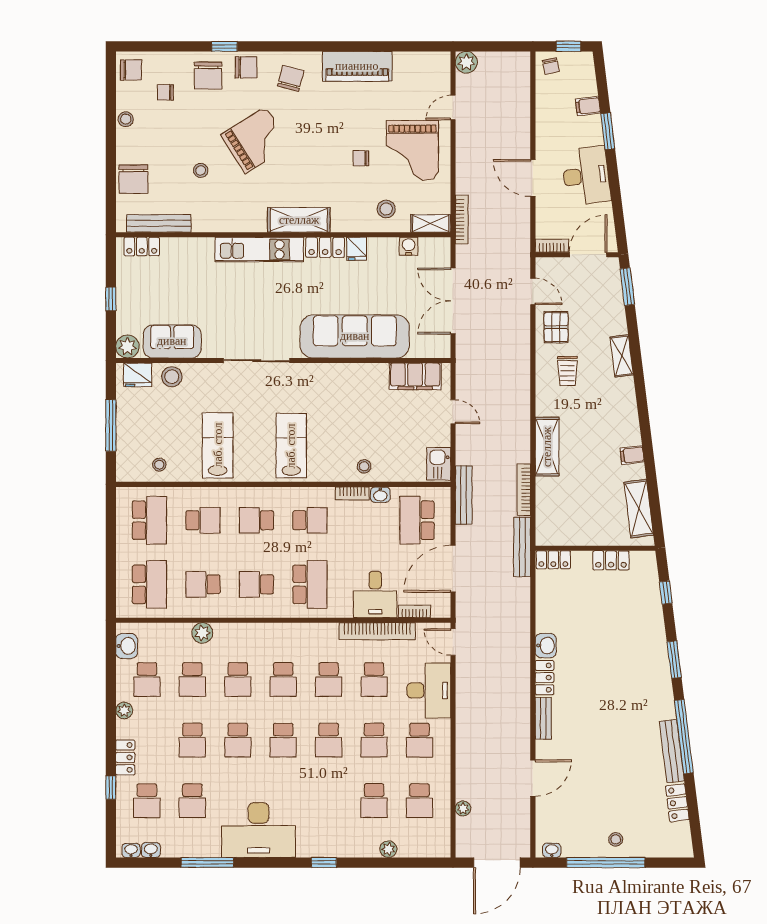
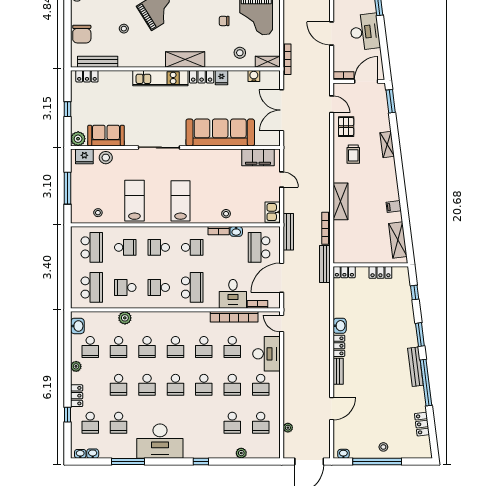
bench: (672, 751) -> (415, 367), moved

